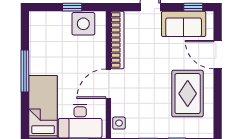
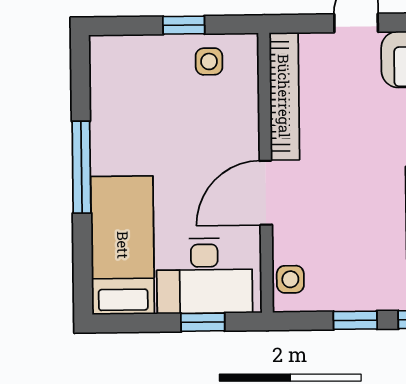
side table: (83, 24) -> (209, 61), width x0.54, depth x0.54

